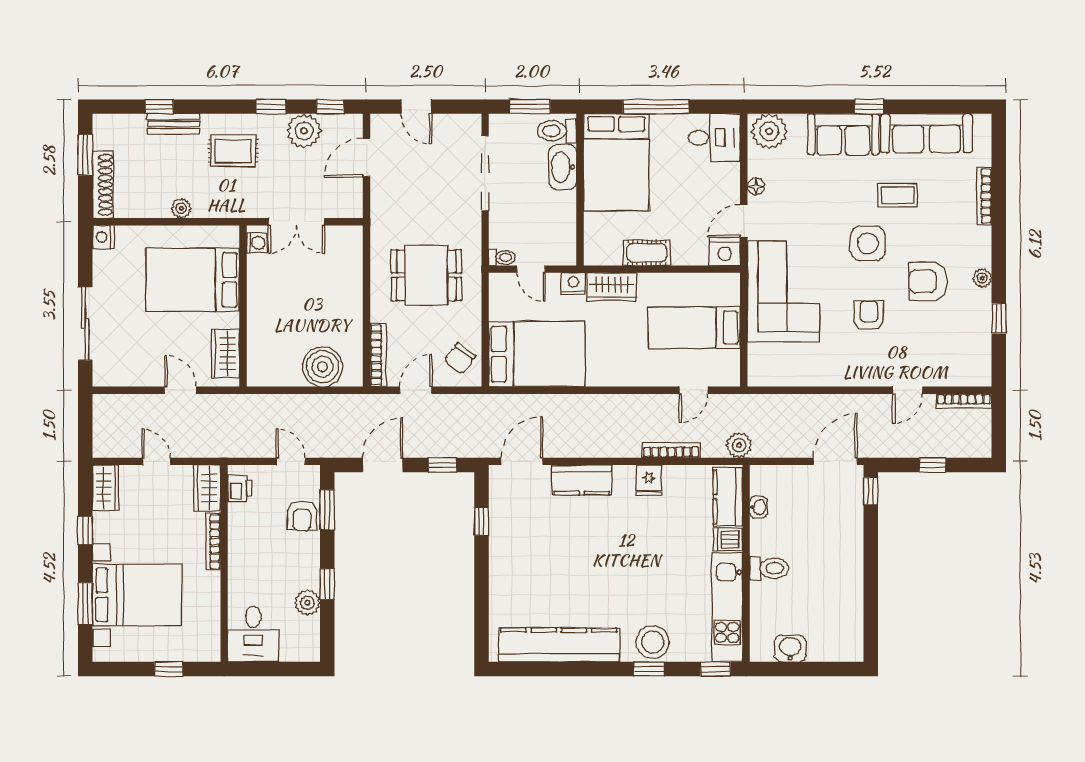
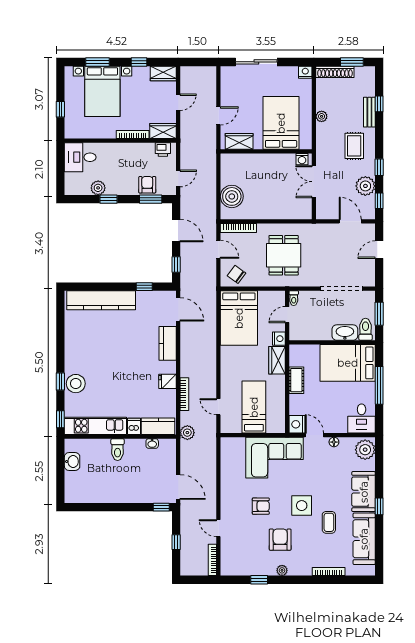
armchair: (302, 516) -> (147, 185), turned 90
kitchen counter: (559, 645) -> (101, 300), moved, turned 90

